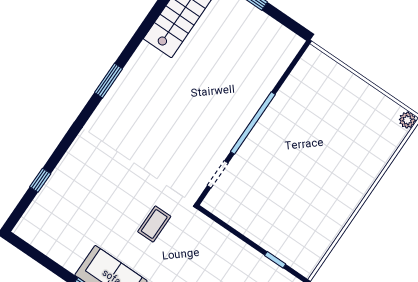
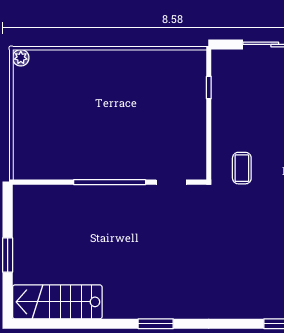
coffee table: (154, 224) -> (242, 168), moved, turned 90

